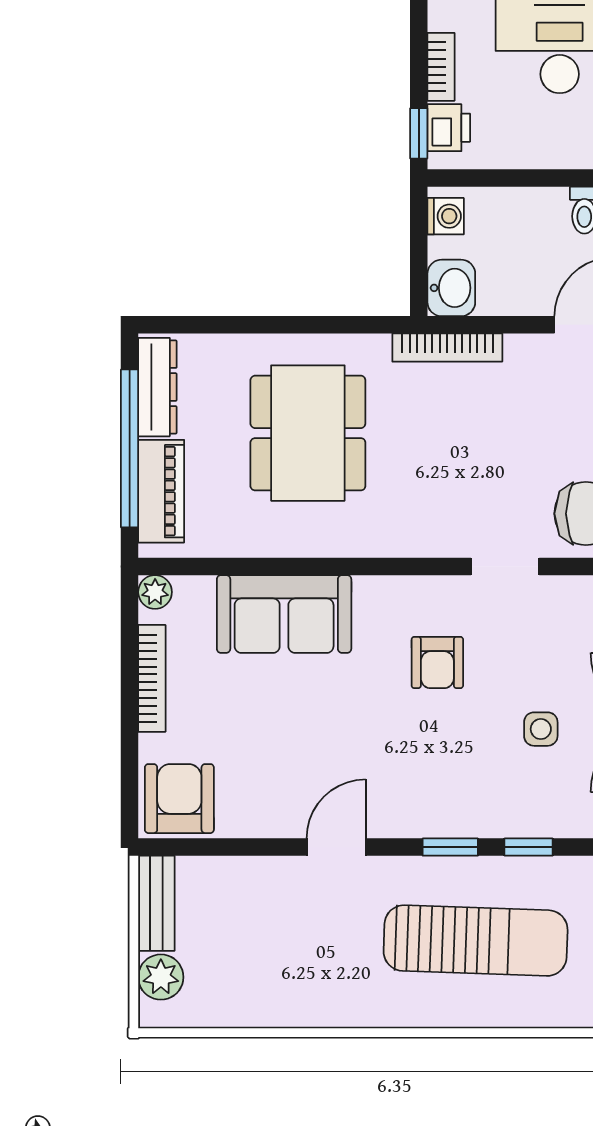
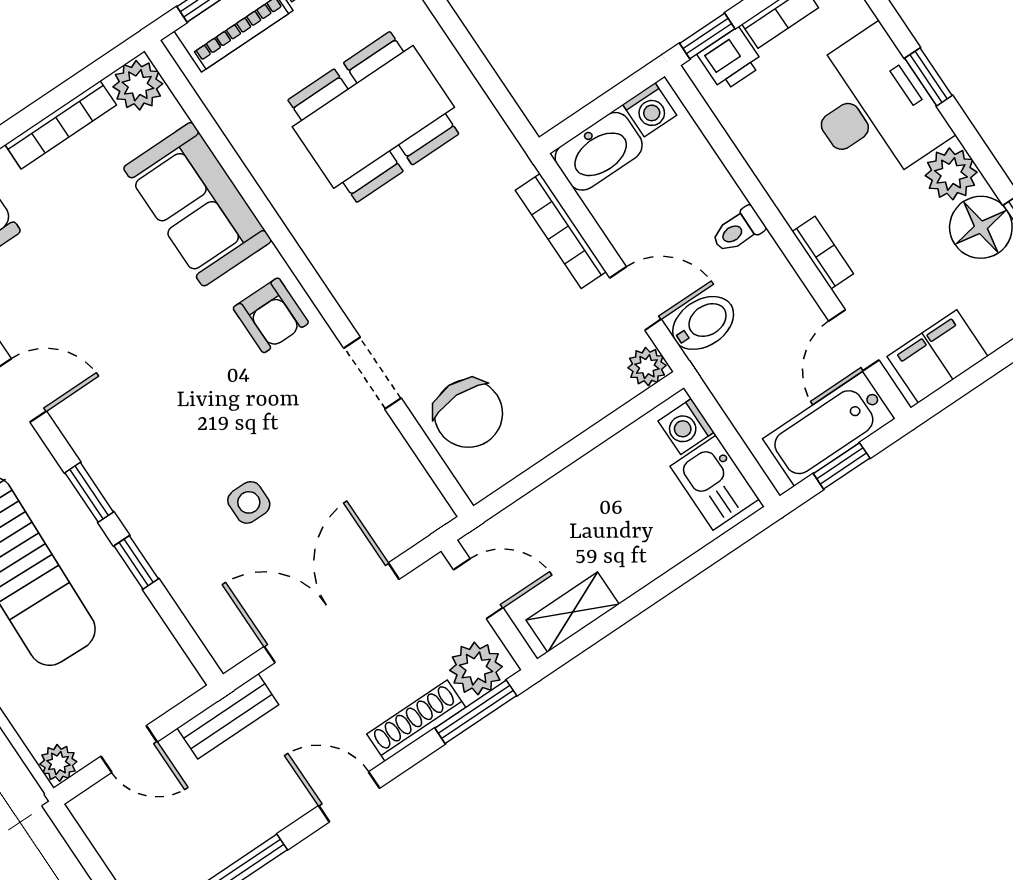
washbasin: (451, 288) -> (599, 151), width x1.38
bookcase: (447, 348) -> (561, 231), moved
plant: (155, 592) -> (138, 85), width x1.38, depth x1.38
armchair: (437, 663) -> (271, 315), moved, turned -90

